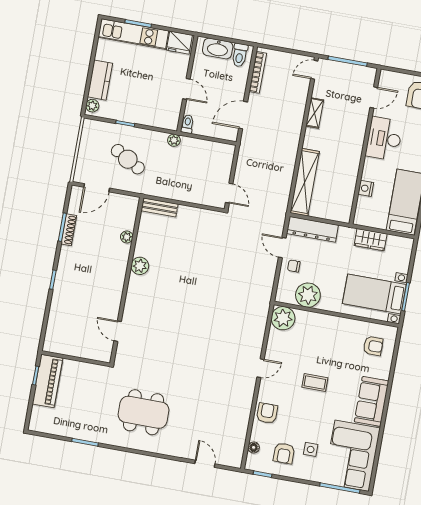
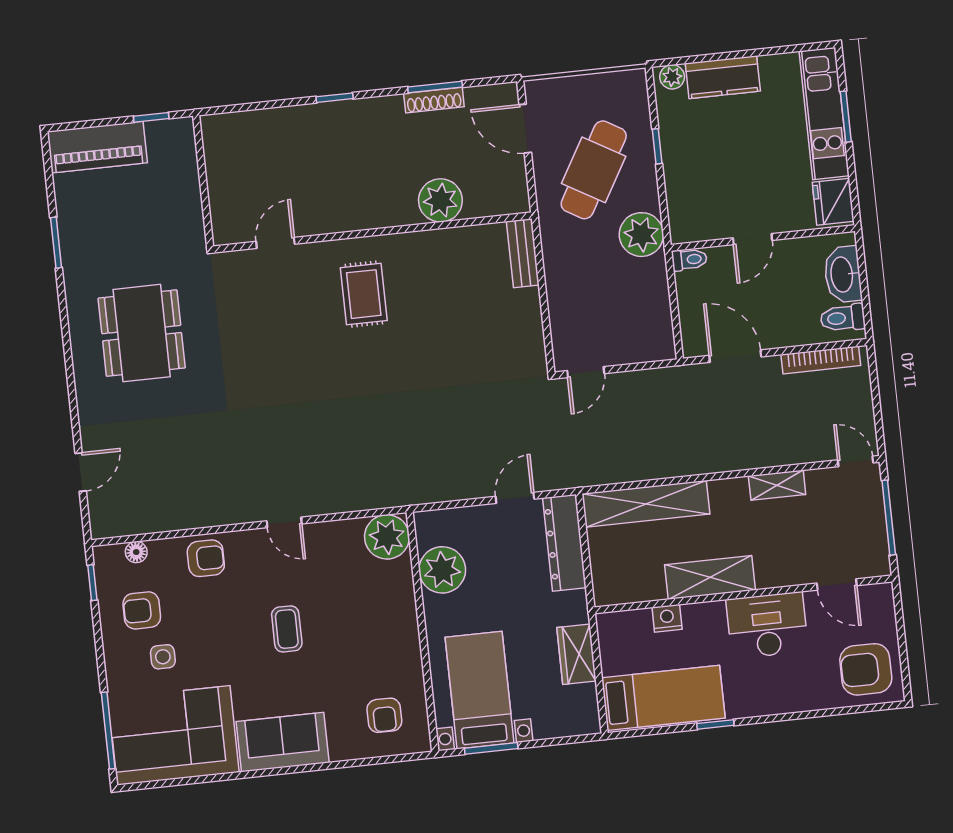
plant: (174, 140) -> (641, 235), width x1.88, depth x1.88
cafe table: (128, 159) -> (594, 170), width x1.37, depth x1.35
shelving: (351, 161) -> (710, 577), added
plant: (127, 237) -> (440, 200), width x1.87, depth x1.87
plant: (140, 266) -> (406, 249), removed
chair: (294, 266) -> (488, 529), removed
rug: (157, 294) -> (364, 294), added
piano: (47, 381) -> (97, 147), moved

